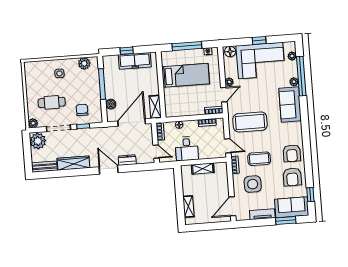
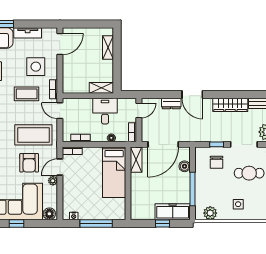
freezer: (135, 61) -> (173, 212), moved
bed: (186, 75) -> (114, 172), moved, turned -90
armchair: (252, 96) -> (29, 163), added
door: (156, 152) -> (139, 110), swing flipped
shelving: (203, 169) -> (101, 88), moved

